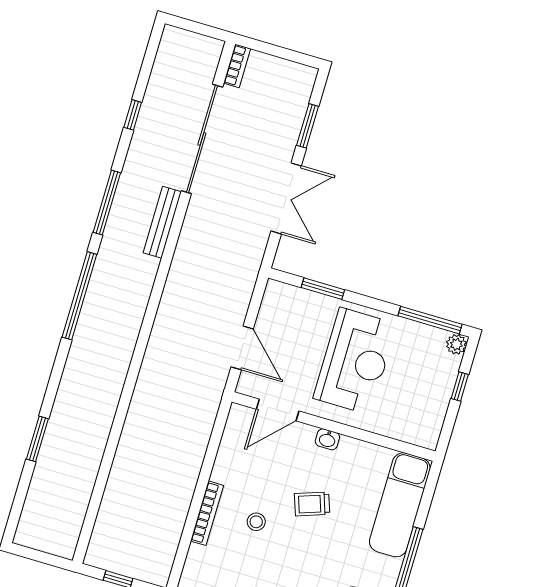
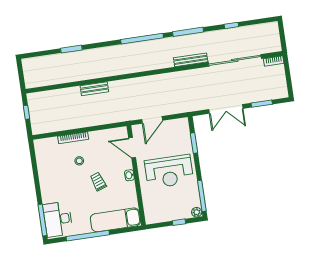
bench: (133, 430) -> (94, 89), added

